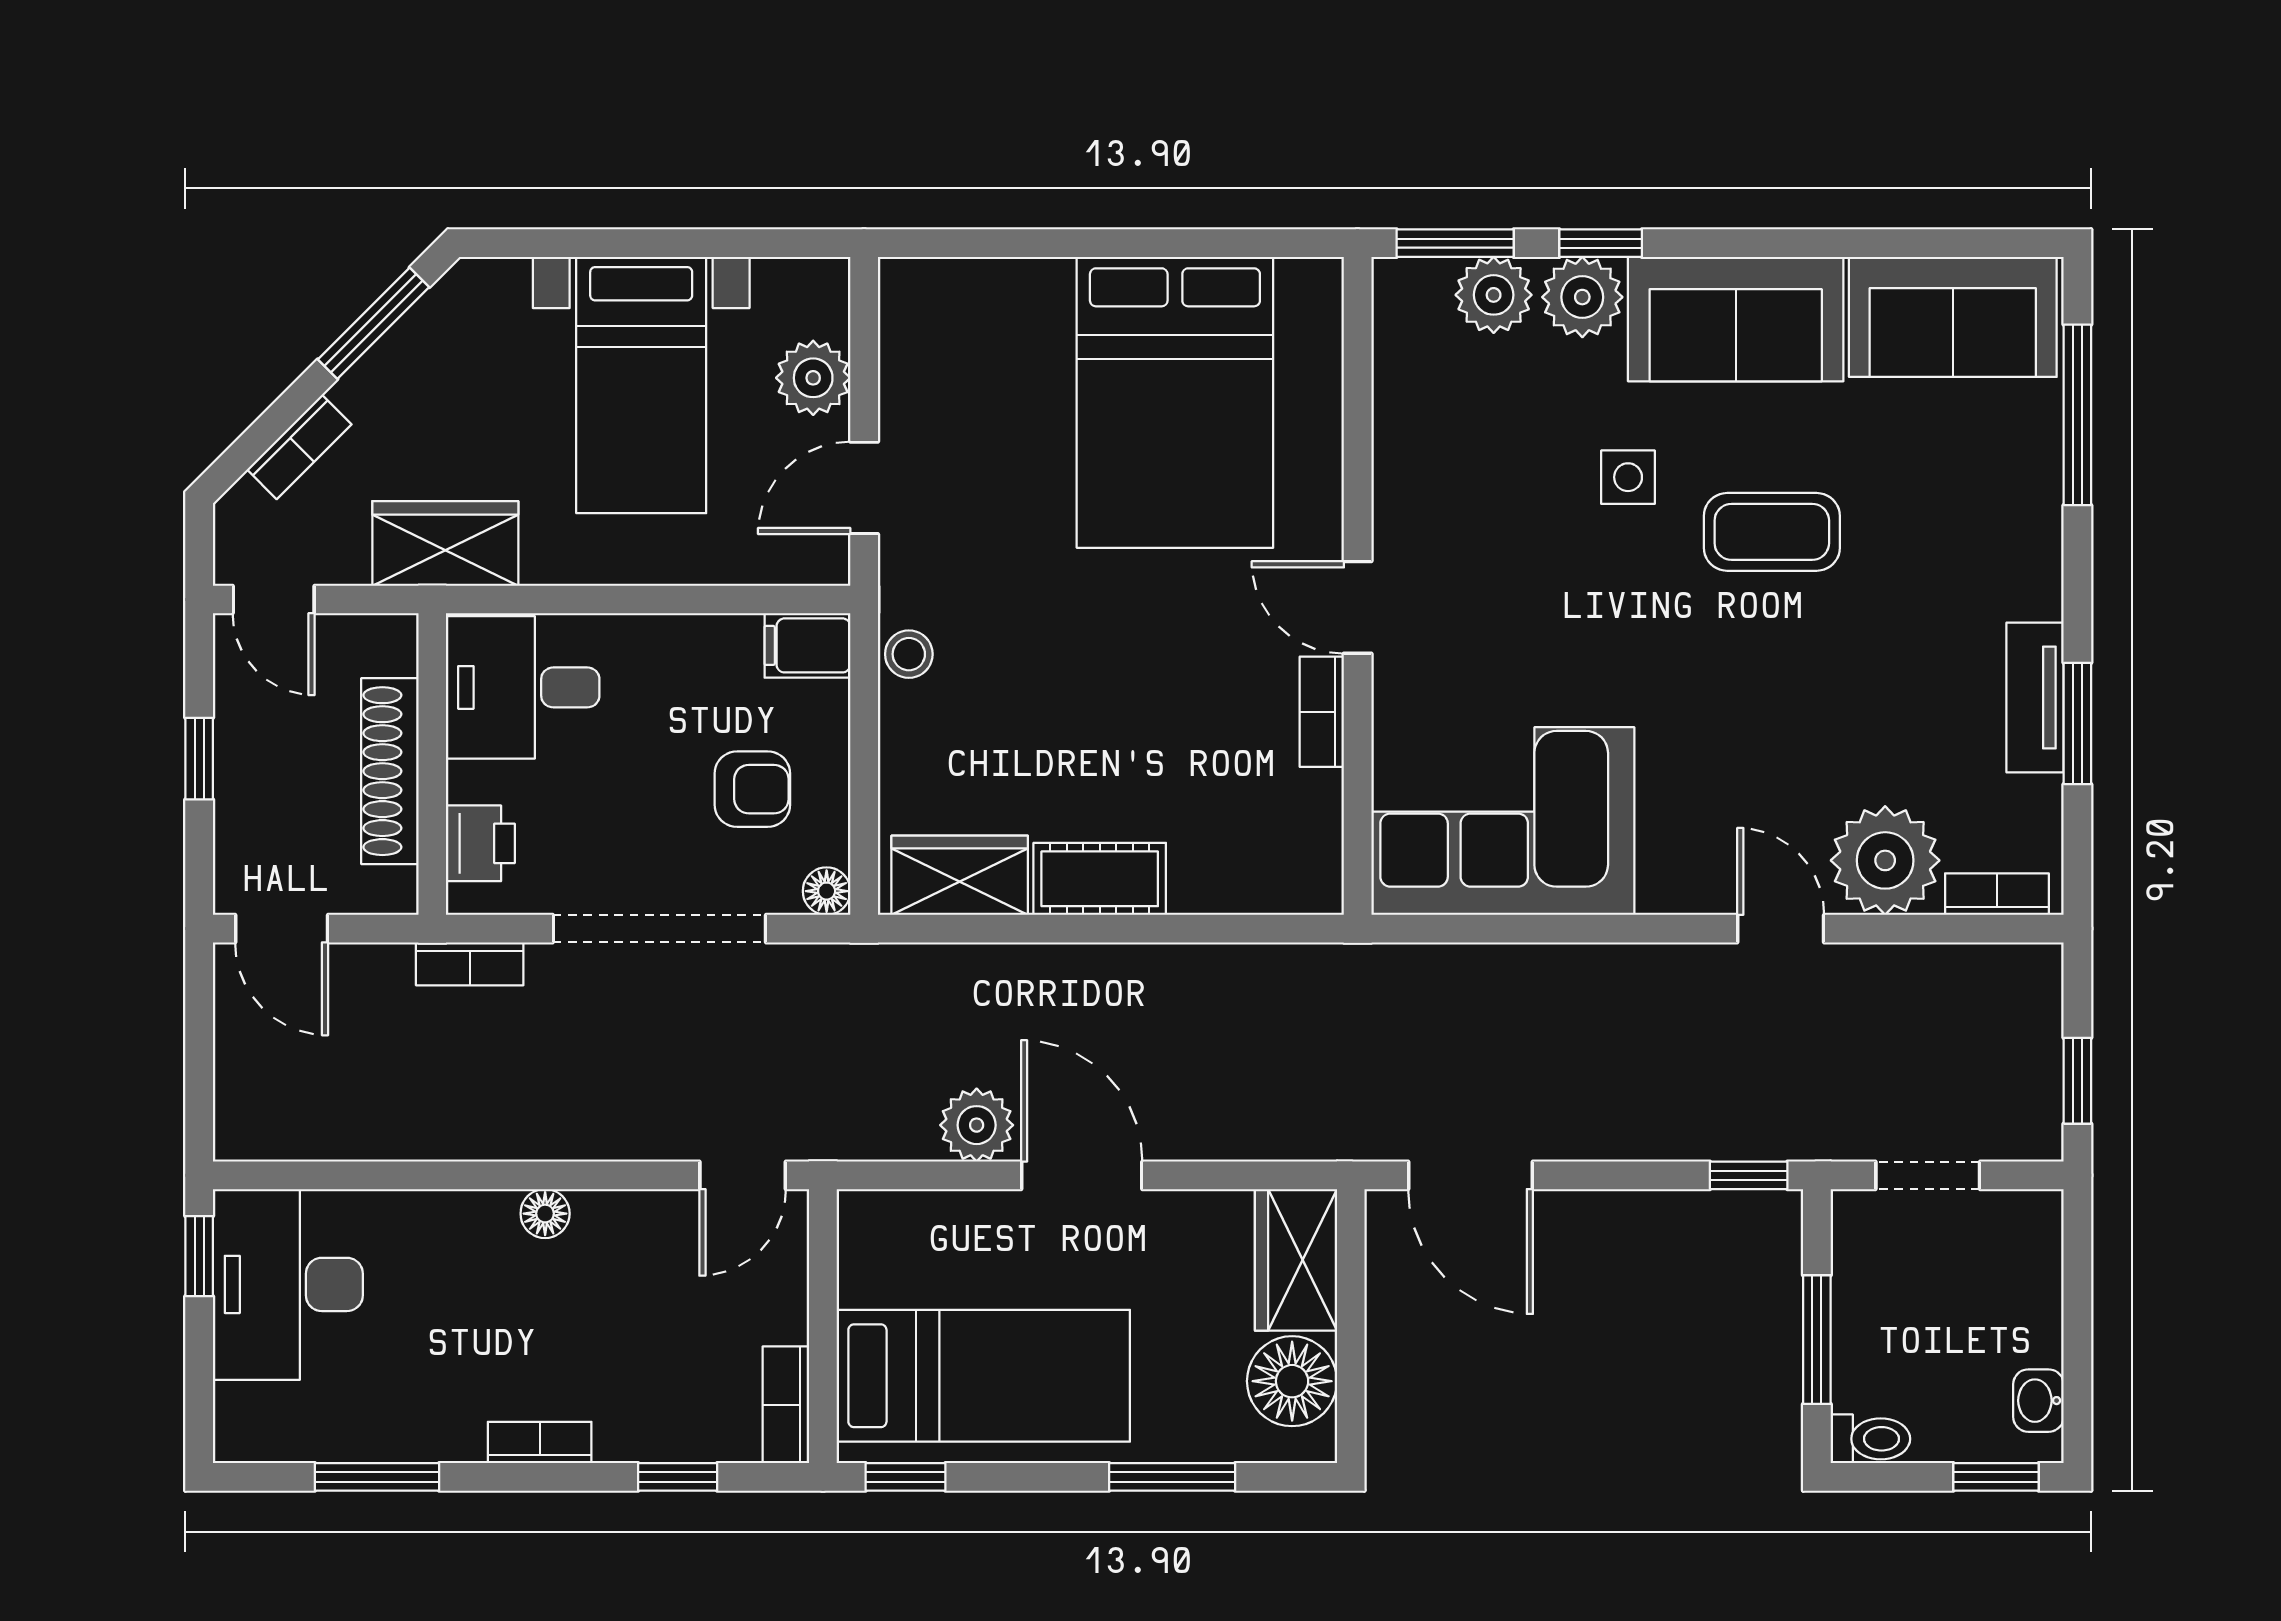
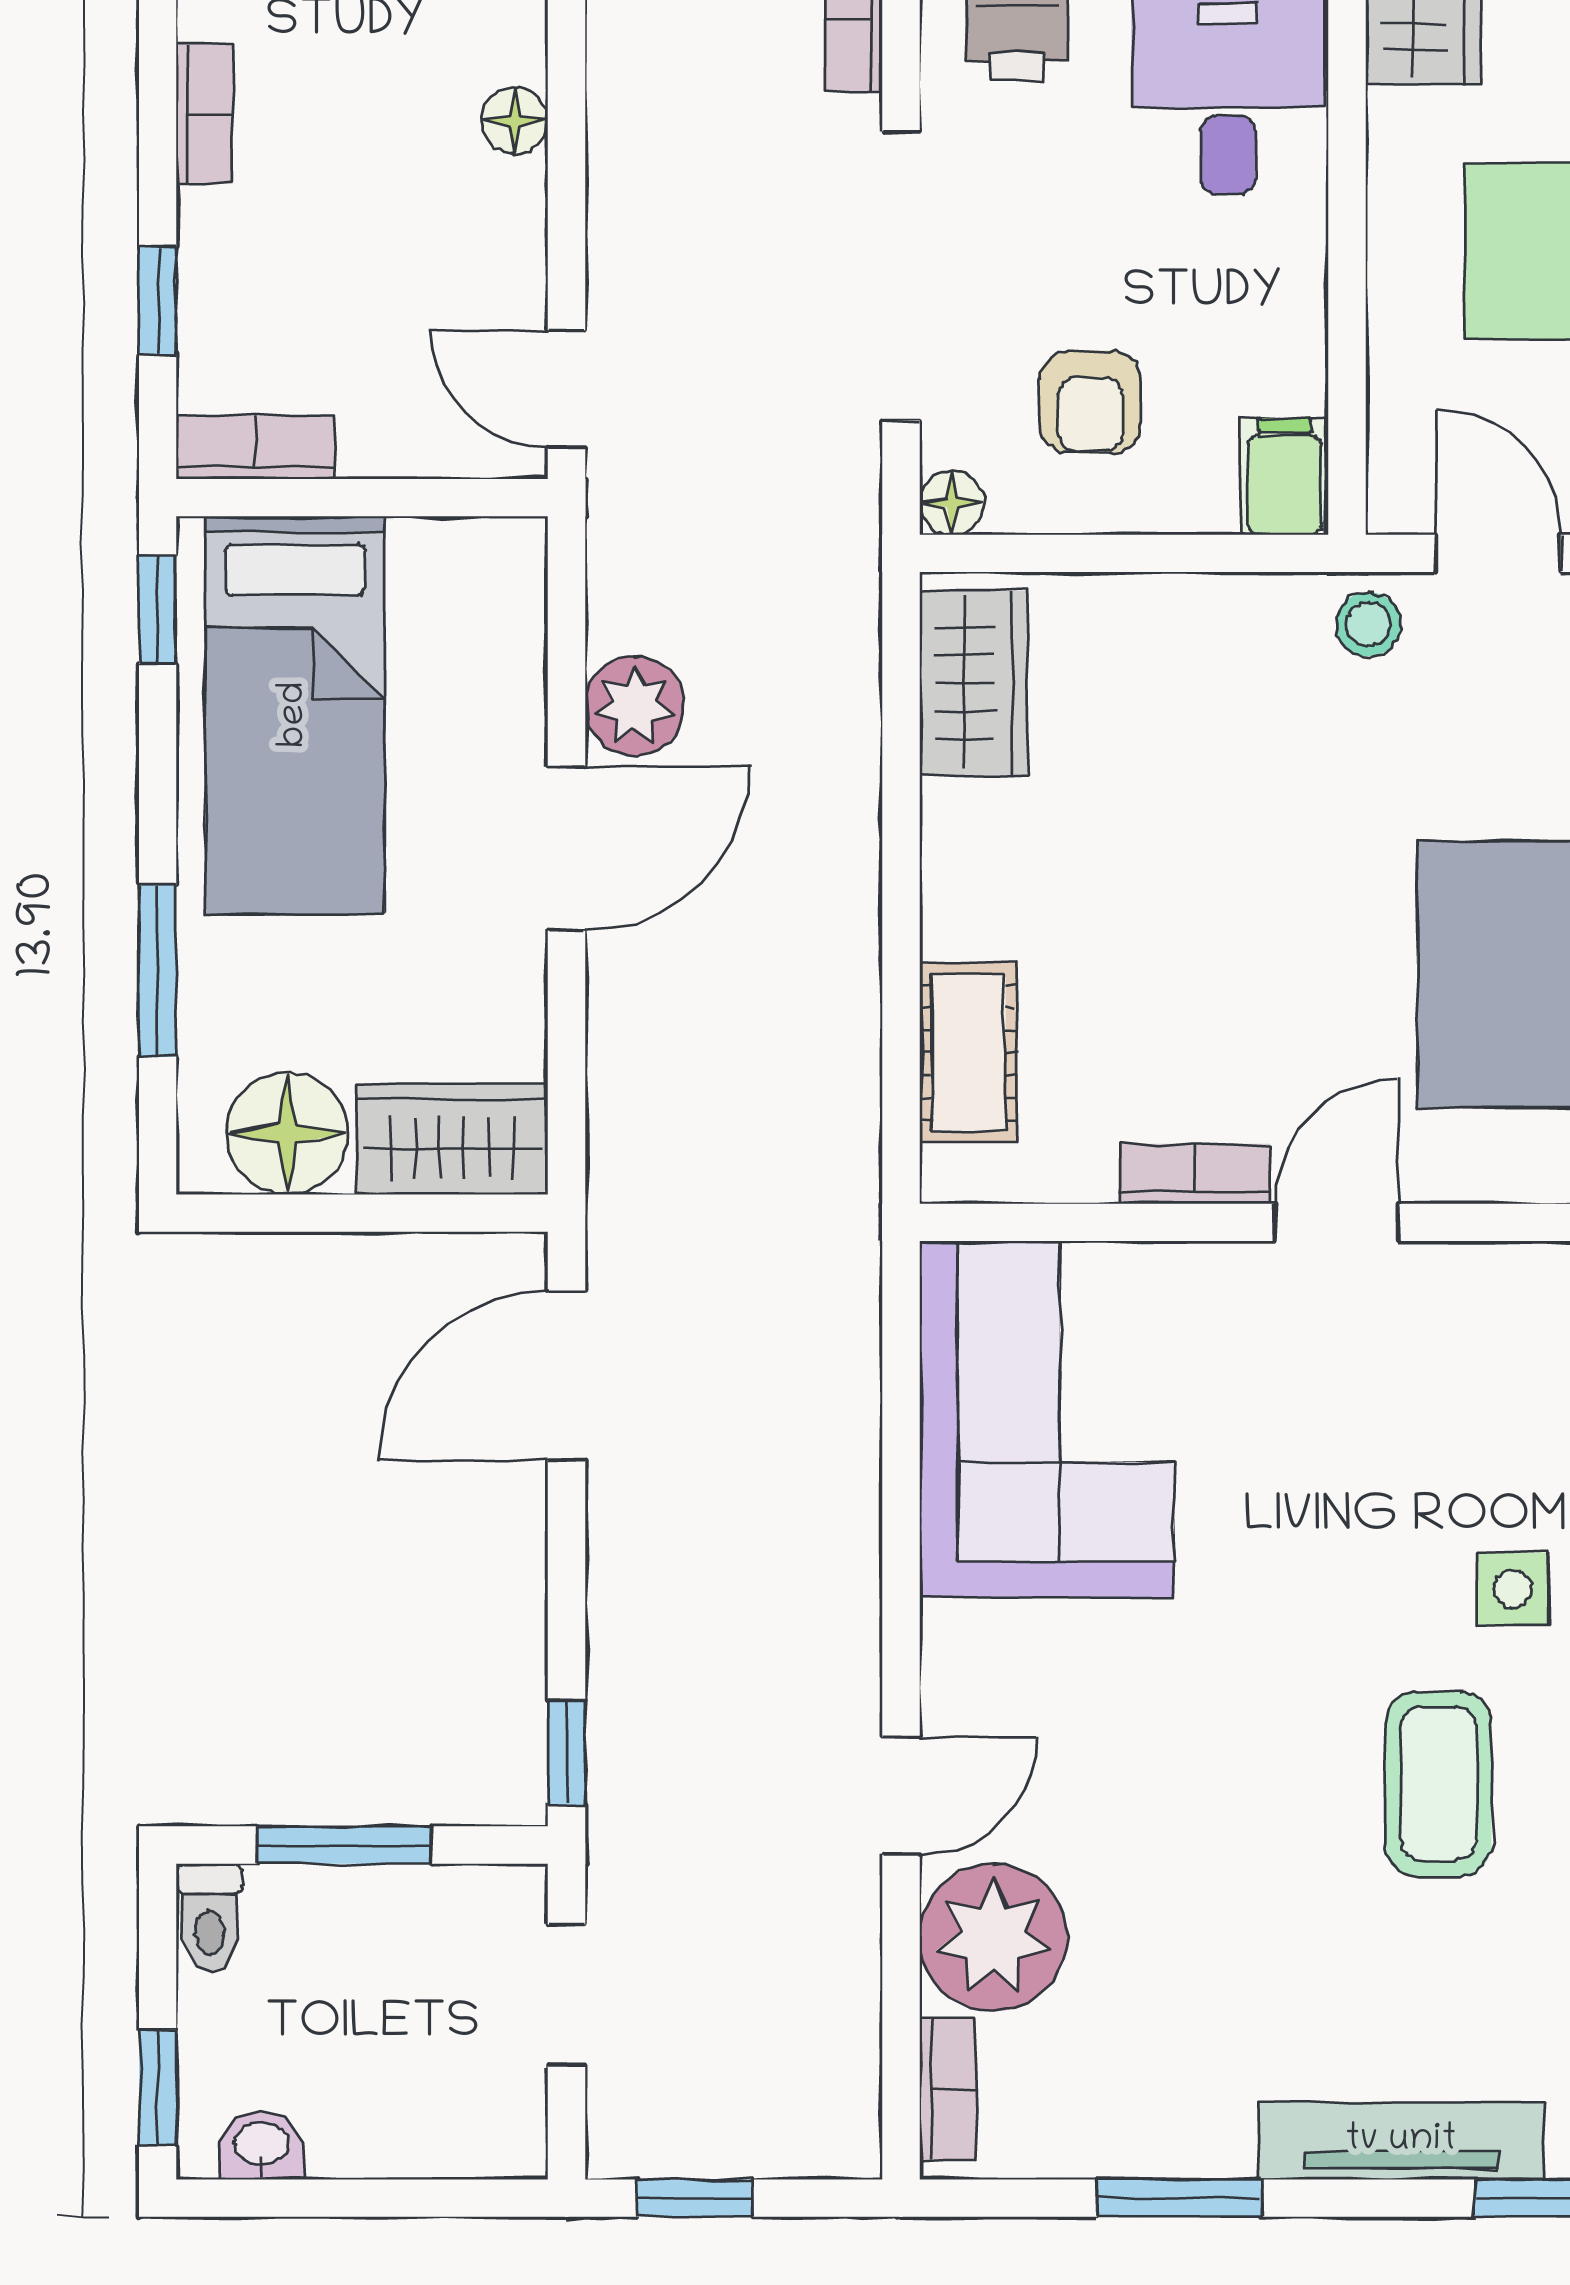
stool: (909, 654) -> (1368, 624), moved
tv unit: (2035, 697) -> (1401, 2141), moved, width x1.41
cot: (1100, 879) -> (968, 1053), moved

